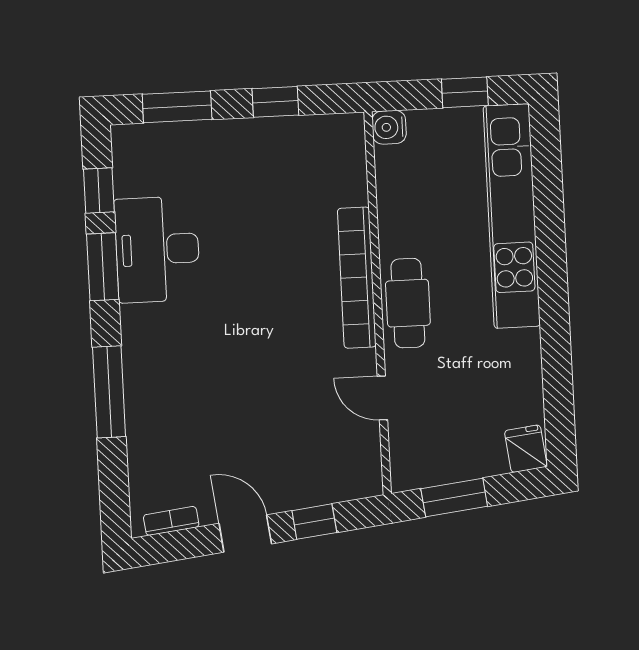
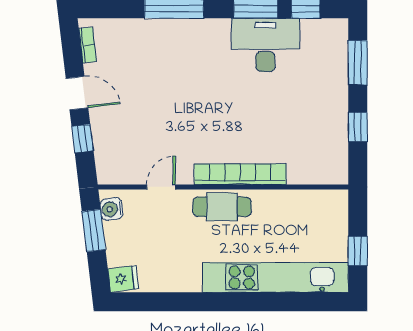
water cooler: (389, 127) -> (112, 209), moved, turned -97
door: (245, 534) -> (77, 93), hinge flipped

